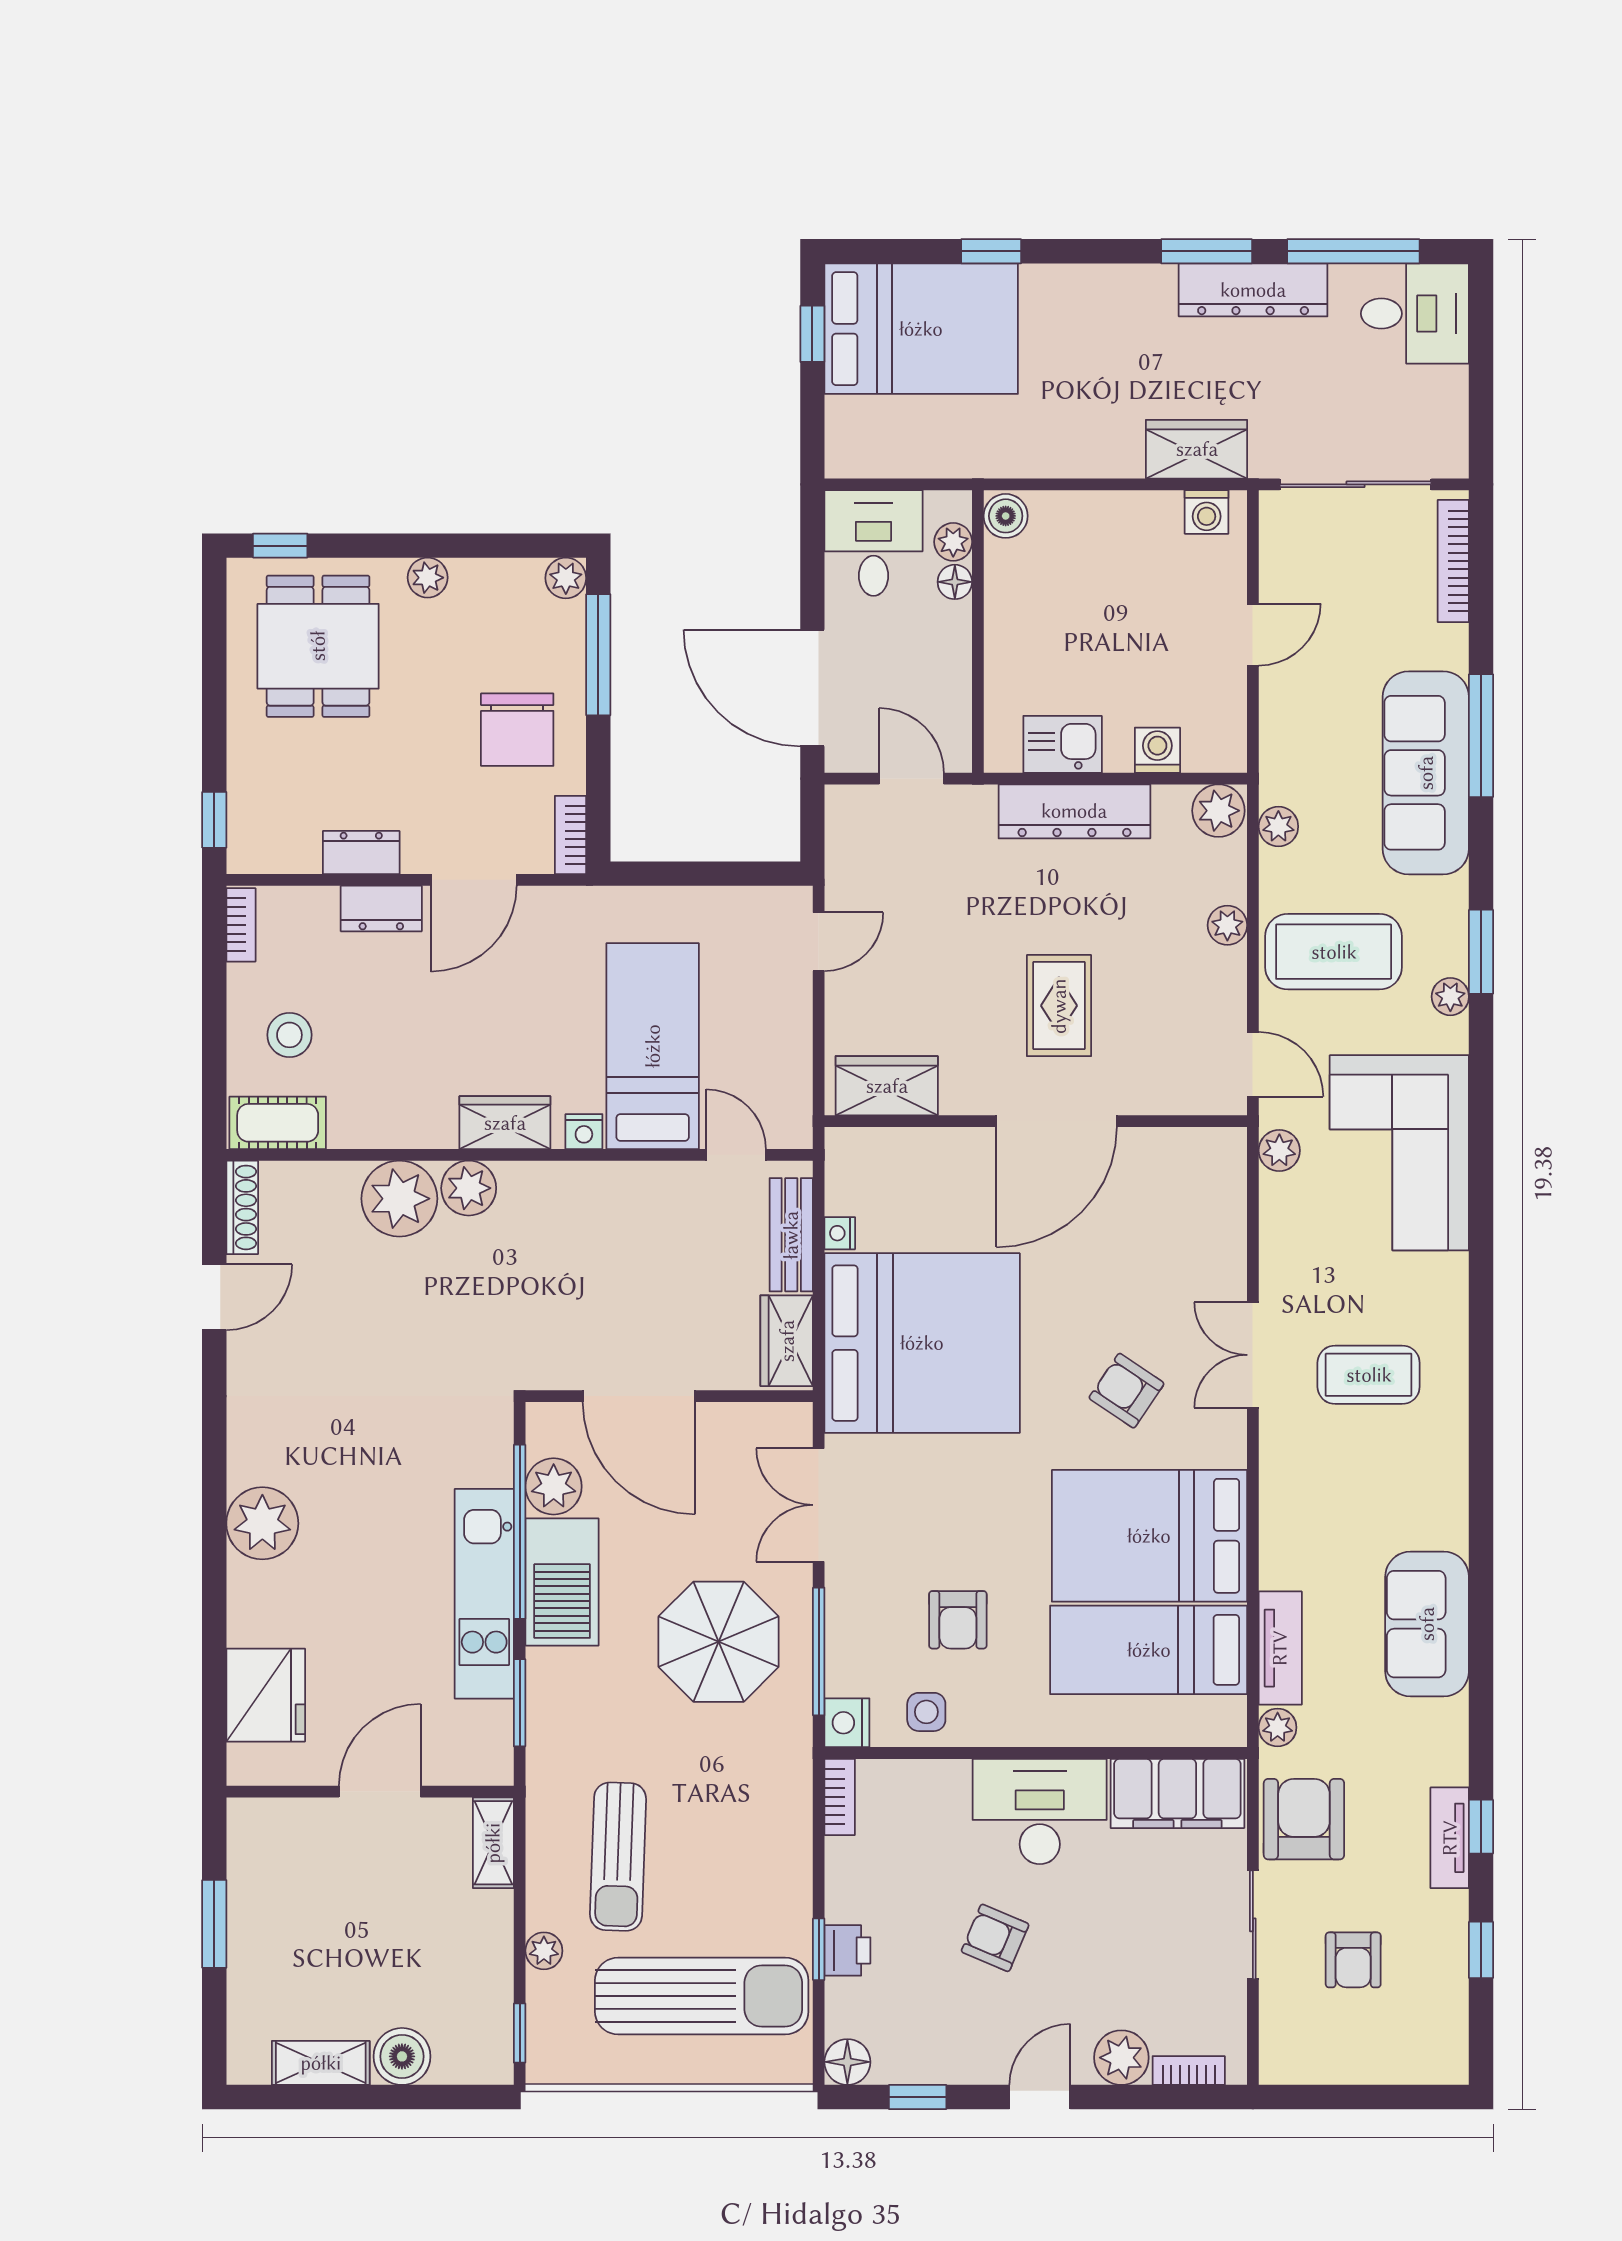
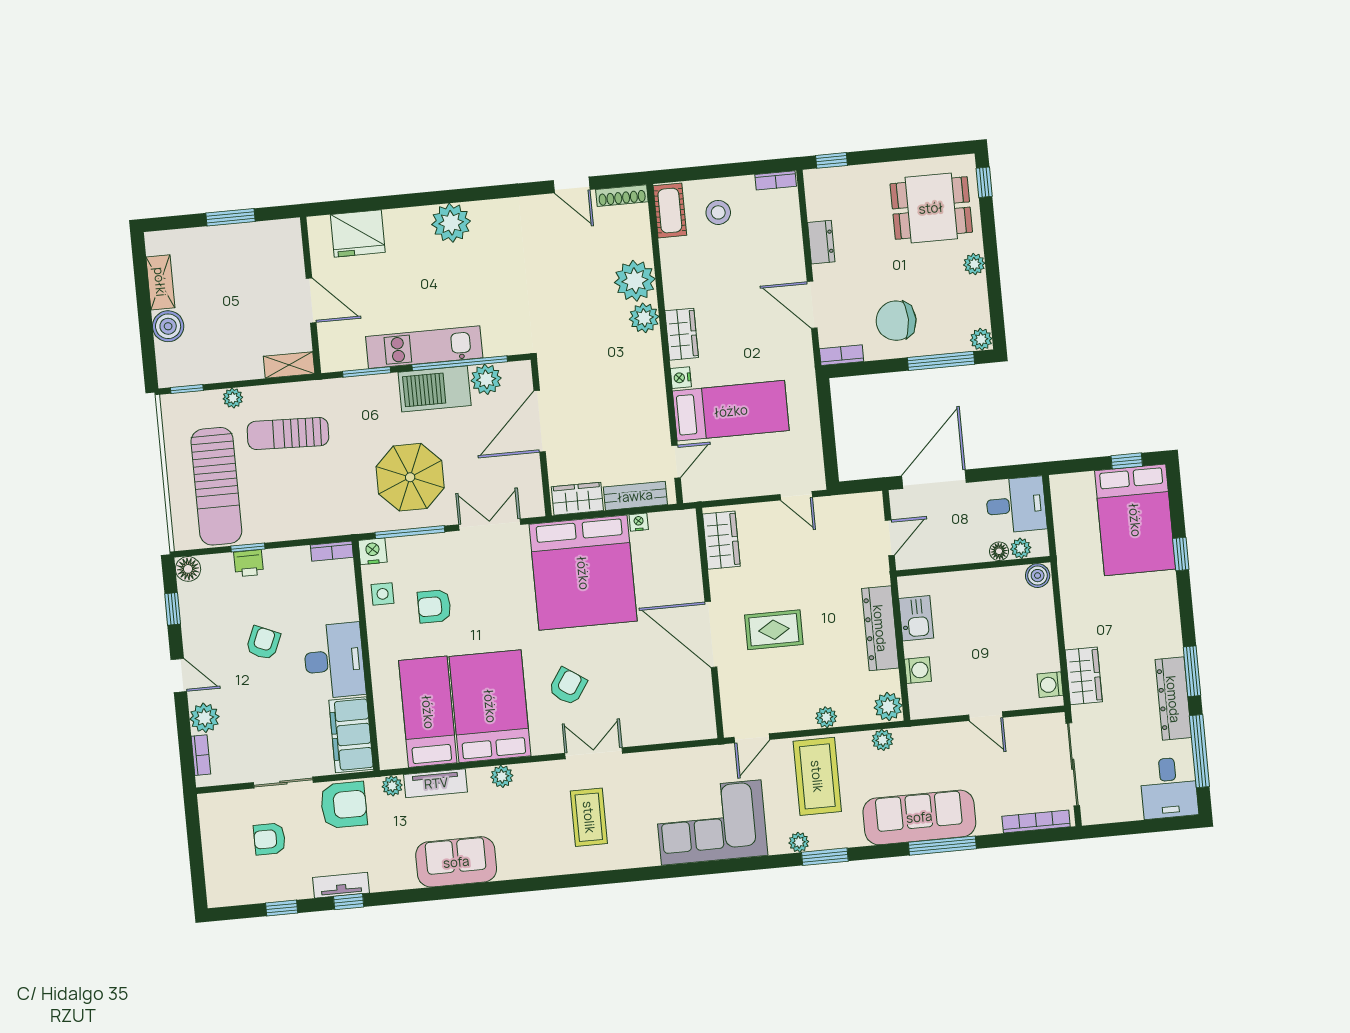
dresser: (381, 908) -> (792, 256), removed
plant: (1279, 1150) -> (502, 776), moved

